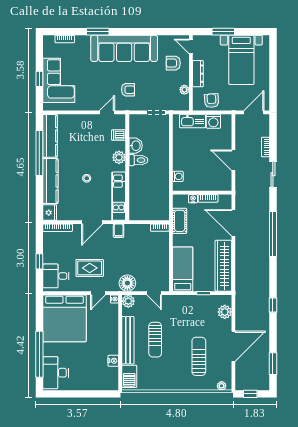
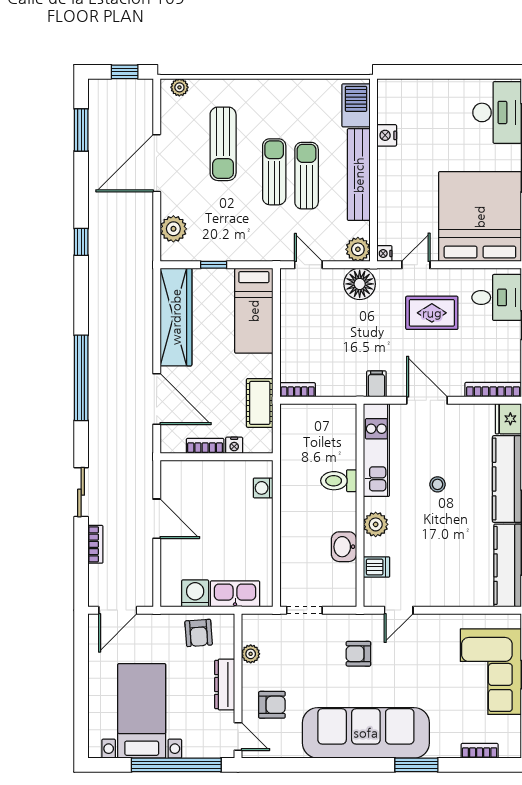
window: (223, 32) -> (176, 765), width x2.11
toilet: (138, 160) -> (339, 481), moved
door: (92, 222) -> (427, 400), hinge flipped
sun lounger: (172, 342) -> (274, 172), added

